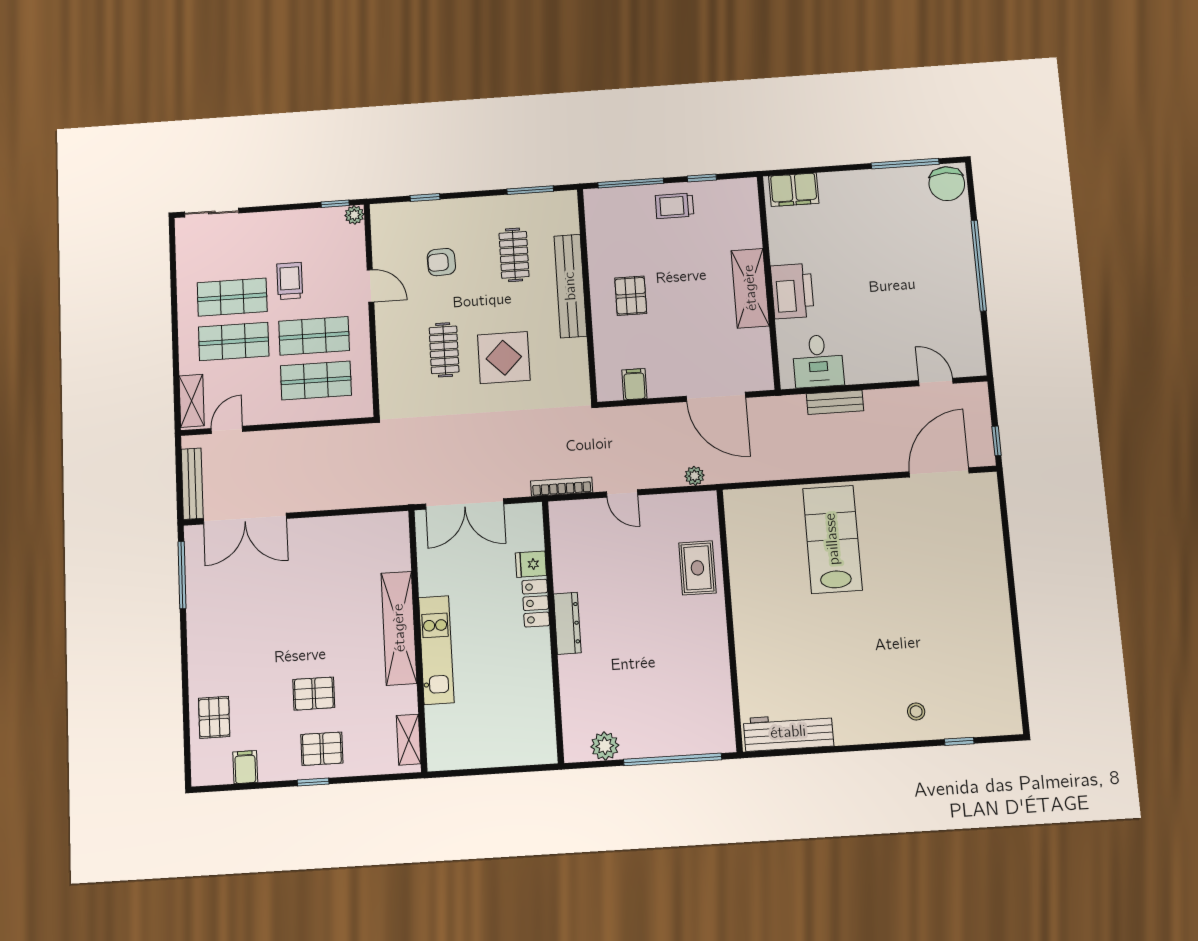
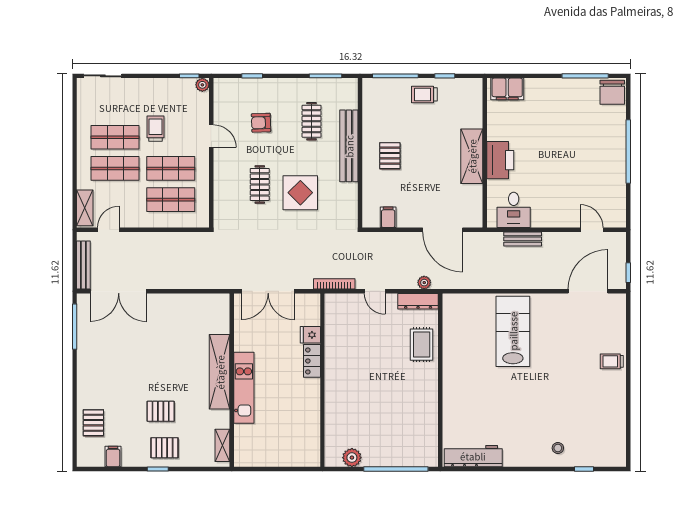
trolley: (985, 574) -> (612, 361), added
dresser: (567, 623) -> (418, 301), moved, turned 90

